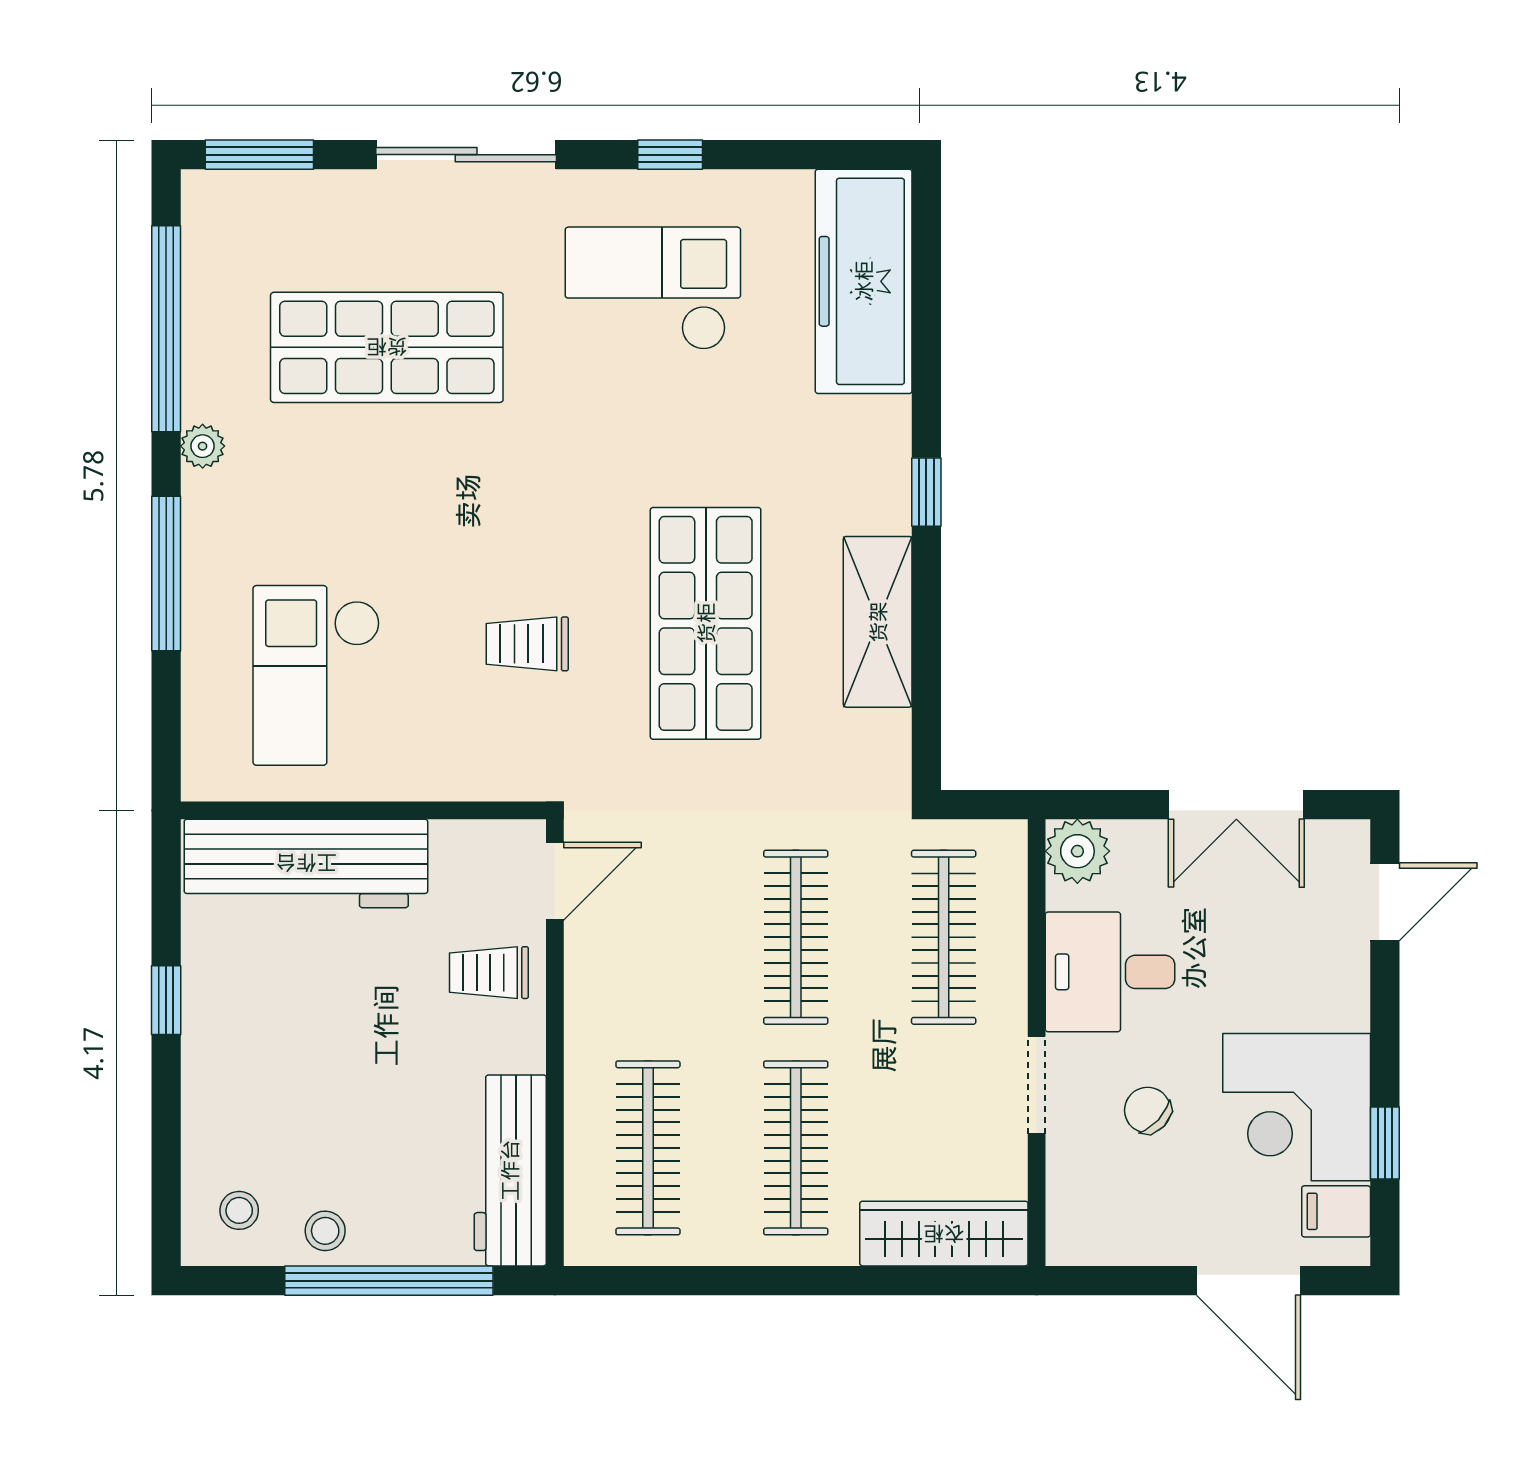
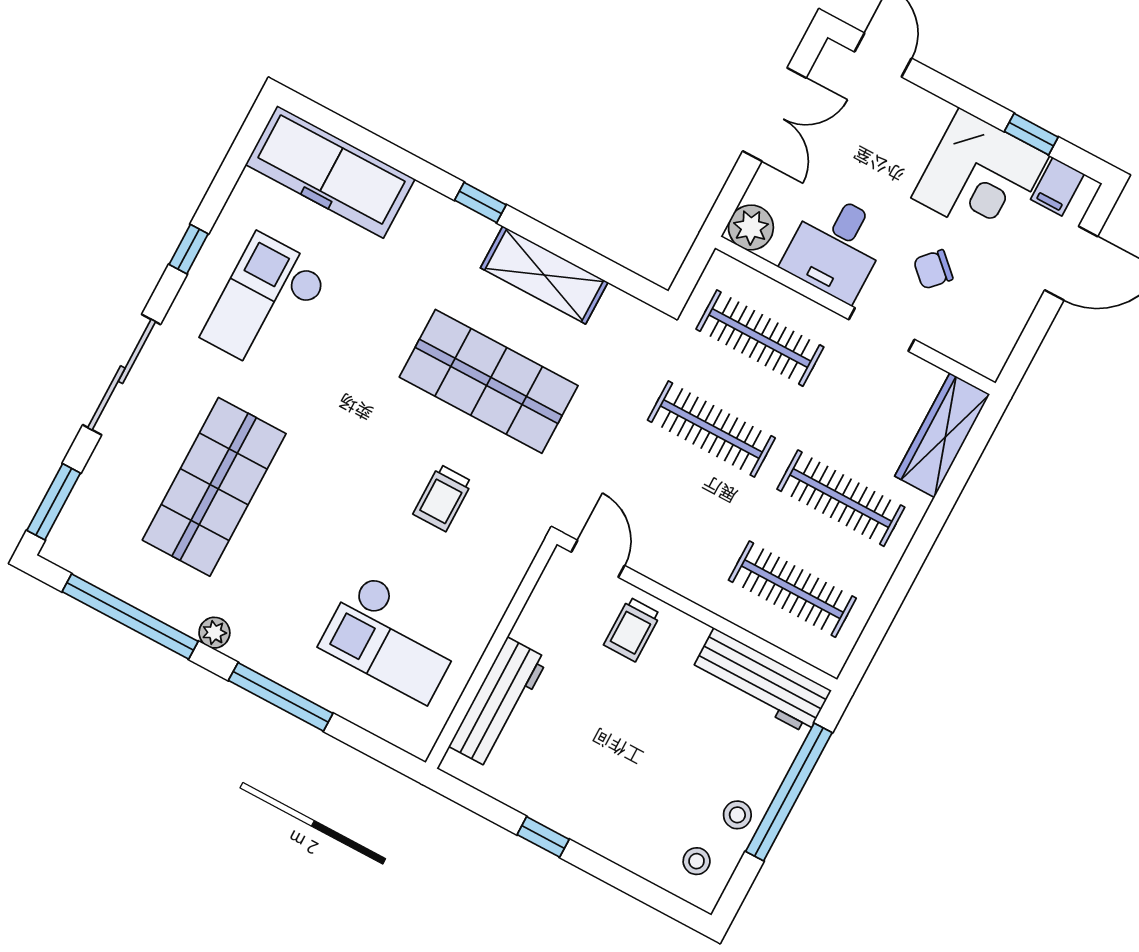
workbench: (306, 863) -> (498, 702), width x0.73, depth x0.76

